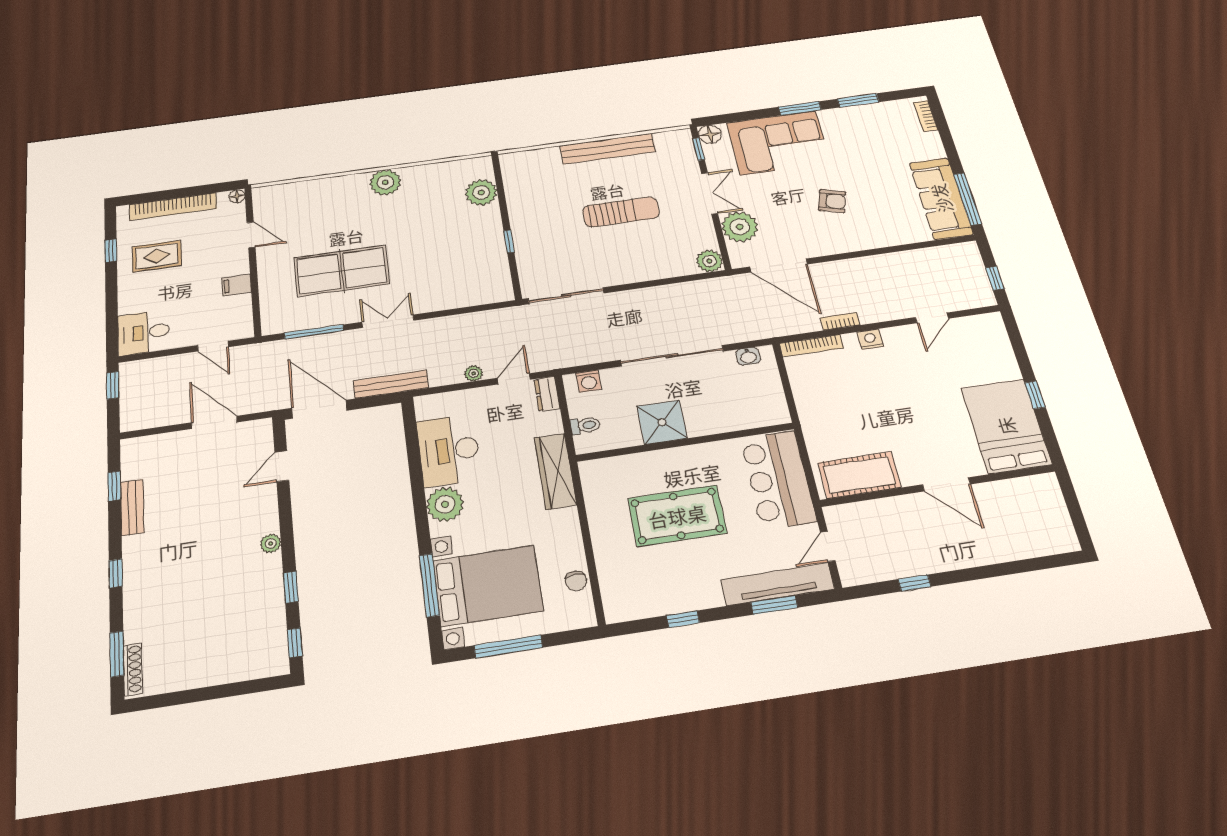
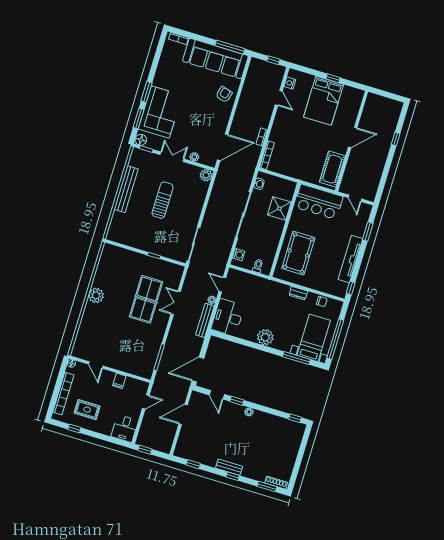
window: (858, 100) -> (139, 119), moved
plant: (481, 193) -> (122, 256), removed
sofa: (941, 198) -> (215, 58), width x1.36, depth x1.27
armchair: (832, 201) -> (224, 95), moved
plant: (740, 227) -> (194, 157), width x0.53, depth x0.53
door: (251, 235) -> (96, 365), swing flipped
rug: (157, 256) -> (87, 410), turned 90
table tennis table: (342, 271) -> (146, 299), moved
double door: (388, 321) -> (176, 303), moved
nightstand: (870, 339) -> (290, 83), moved
bench: (391, 384) -> (205, 320), moved
dresser: (547, 394) -> (298, 293), moved
shower: (662, 422) -> (279, 208), moved
bed: (1006, 426) -> (324, 101), moved, turned -90
desk: (449, 450) -> (228, 317), moved, turned 90
wardrobe: (555, 471) -> (272, 287), removed
bench: (132, 507) -> (229, 467), moved
pool table: (677, 516) -> (298, 253), moved
window: (915, 583) -> (396, 139), moved
tv unit: (778, 584) -> (350, 259), moved
bed with nightstands: (488, 586) -> (314, 338), width x0.73
window: (291, 587) -> (237, 401), moved
window: (683, 619) -> (351, 288), moved
window: (508, 646) -> (335, 339), width x1.46

